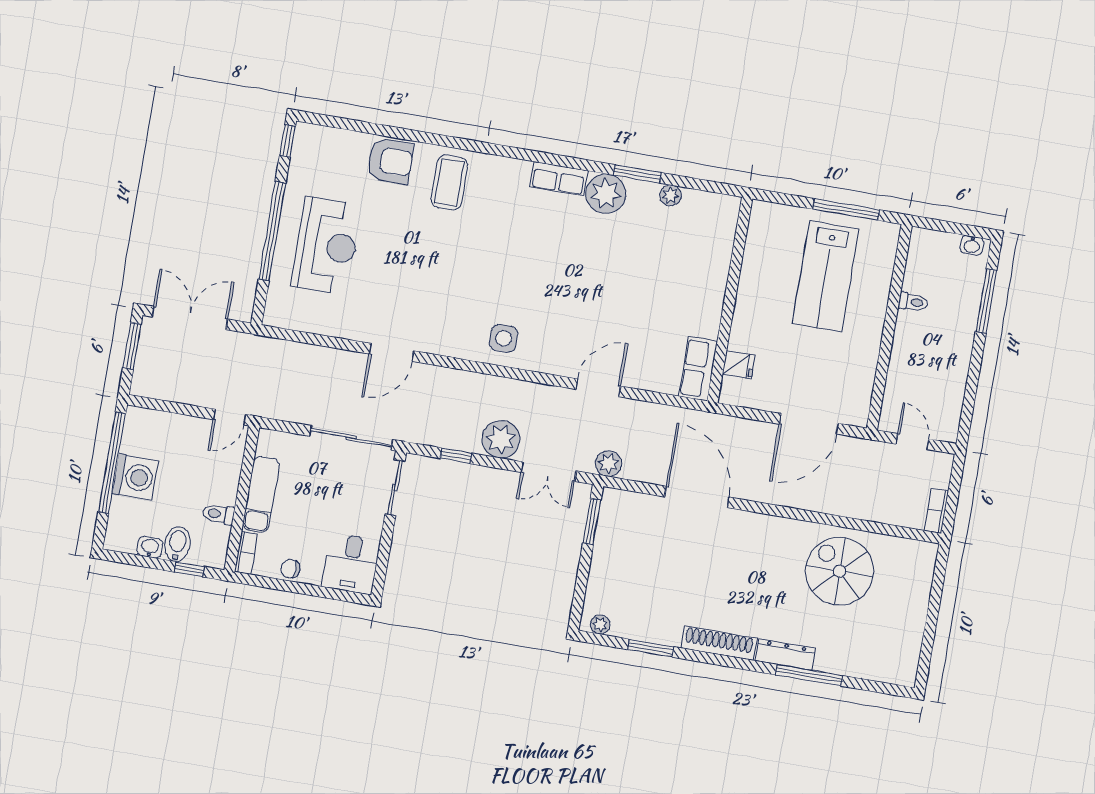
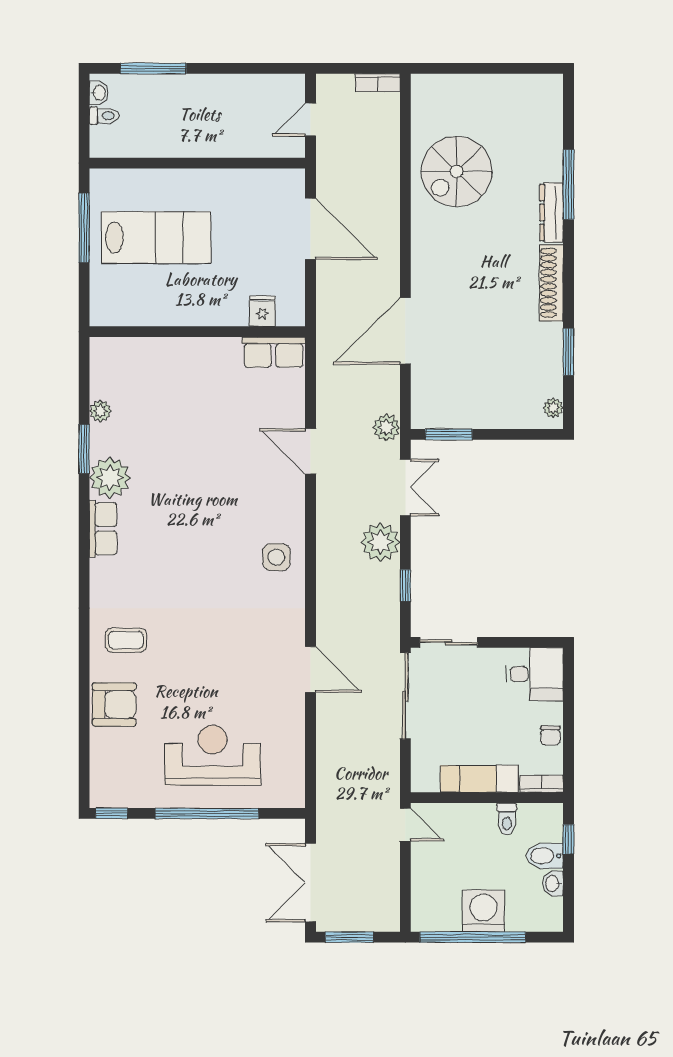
armchair: (390, 161) -> (114, 705), turned 90
coffee table: (449, 182) -> (126, 640), width x0.73, depth x0.77
toilet: (913, 302) -> (104, 116), moved, turned 90

